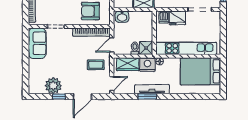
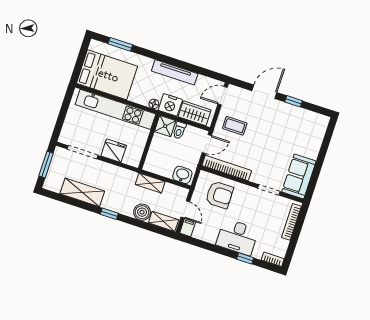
dishwasher: (164, 17) -> (130, 157), removed
plant: (53, 86) -> (296, 117), removed
window: (147, 97) -> (120, 44), moved

